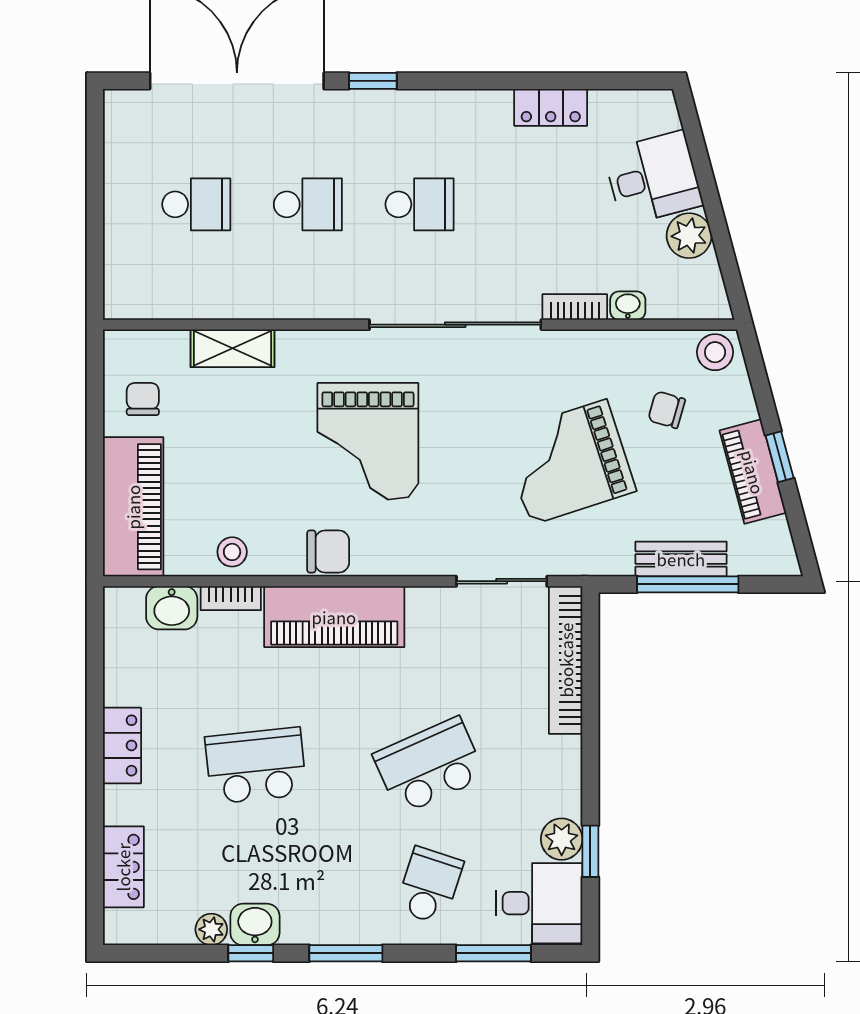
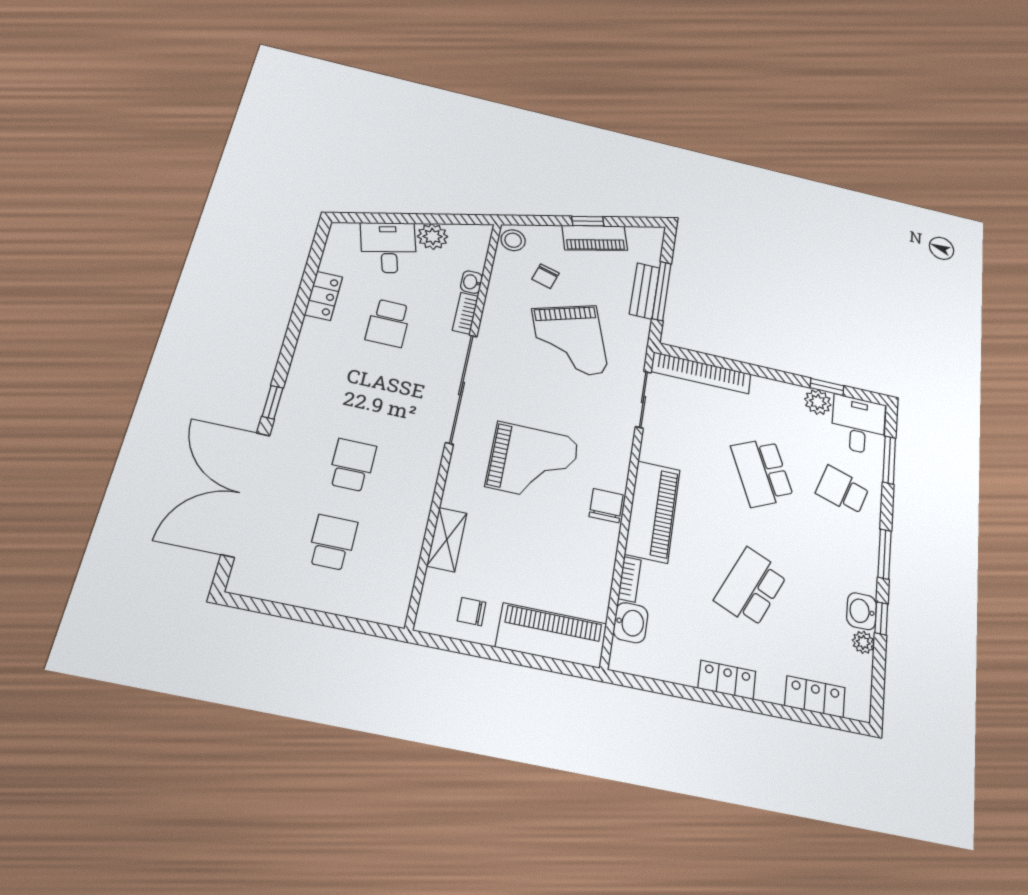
school desk: (420, 204) -> (388, 323), moved, turned 180
stool: (232, 552) -> (596, 571), removed
school desk: (256, 766) -> (751, 587), turned 30

